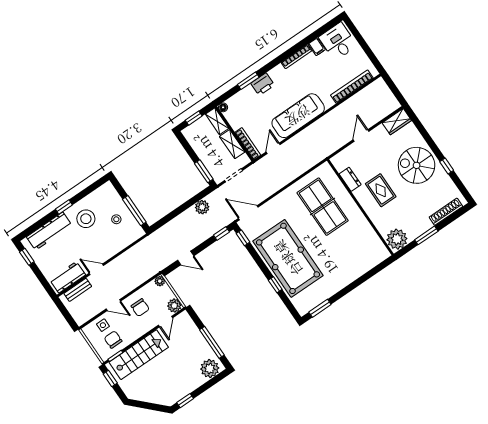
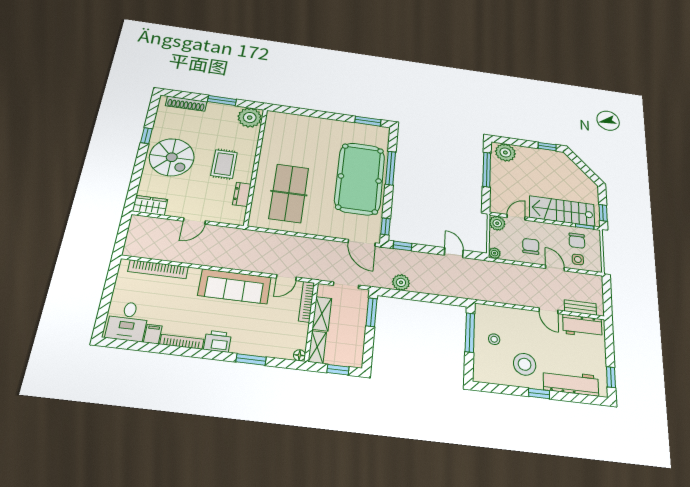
printer: (263, 84) -> (218, 341), moved
window: (275, 285) -> (390, 168), width x2.17

